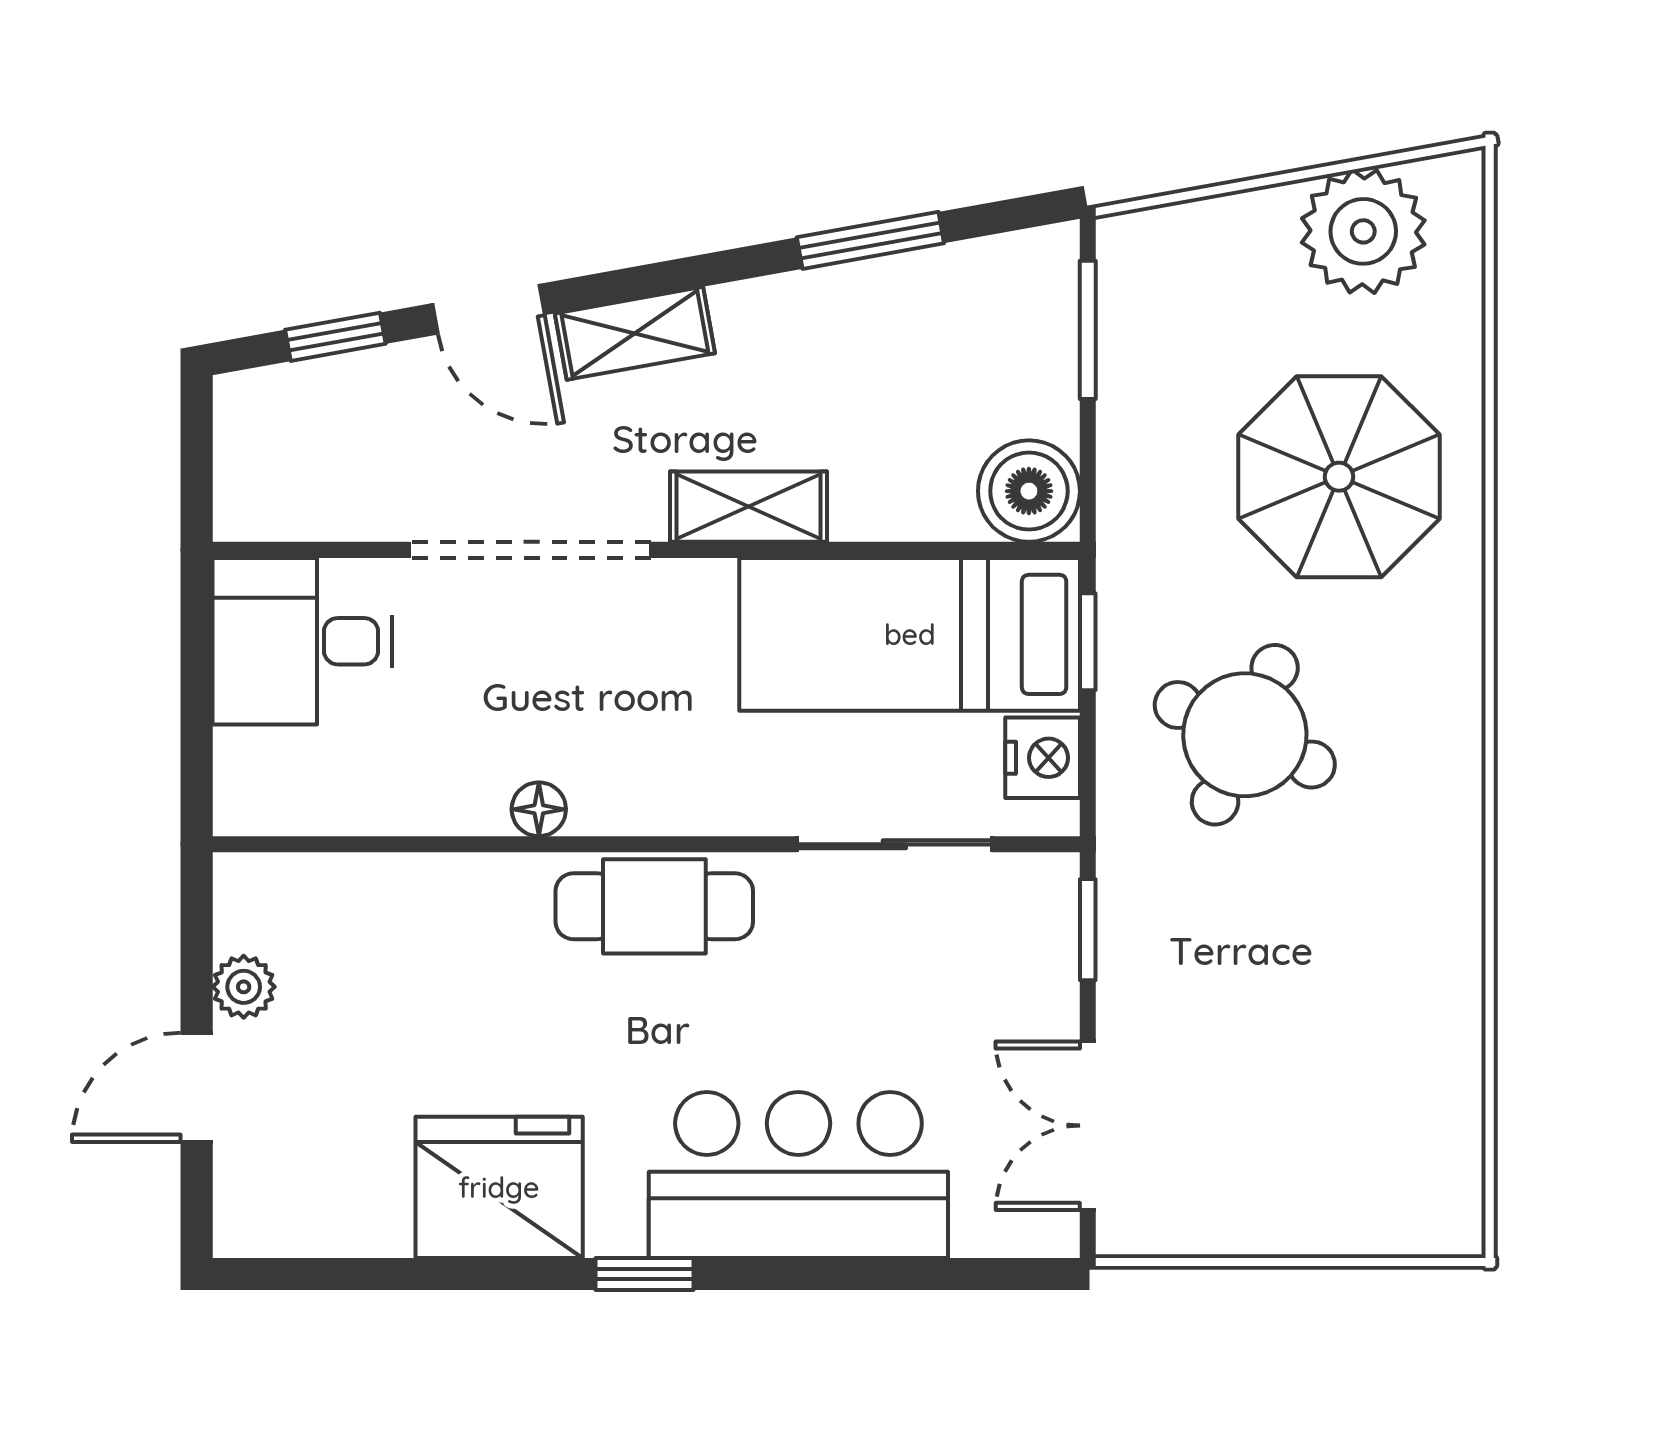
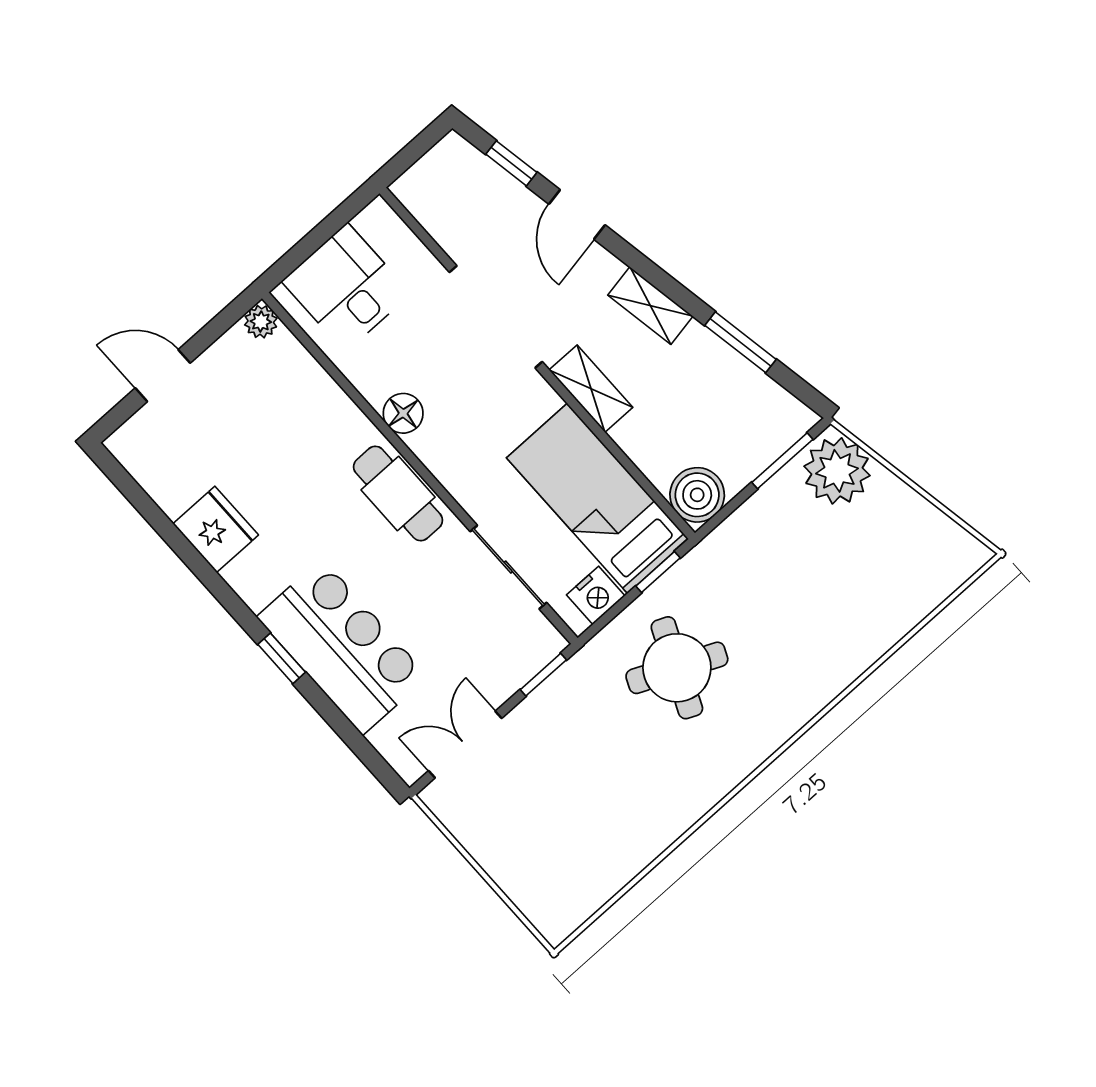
plant: (1363, 231) -> (837, 471), moved
shelving: (635, 333) -> (650, 306), moved
parasol: (1339, 477) -> (813, 613), removed
desk: (302, 641) -> (346, 287), moved
floor lamp: (539, 809) -> (403, 413), width x1.37, depth x1.37
plant: (244, 987) -> (261, 322), moved
fridge: (499, 1187) -> (216, 529), width x0.73, depth x0.75
window: (644, 1274) -> (282, 658), moved

